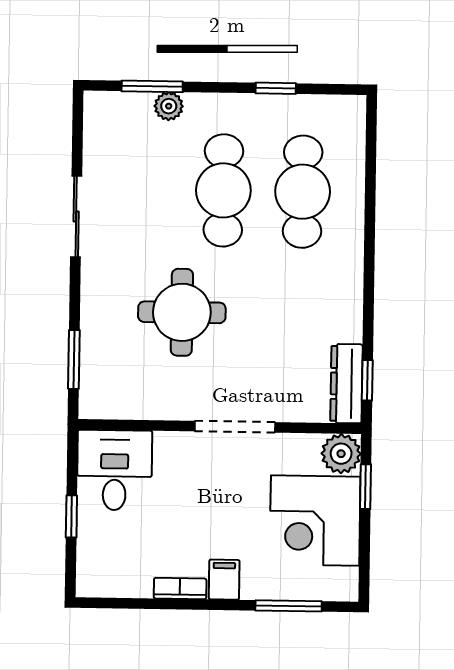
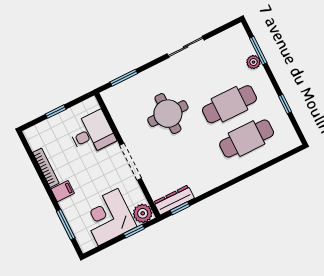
desk: (115, 470) -> (92, 133), moved
bookcase: (180, 589) -> (46, 168), width x1.56

